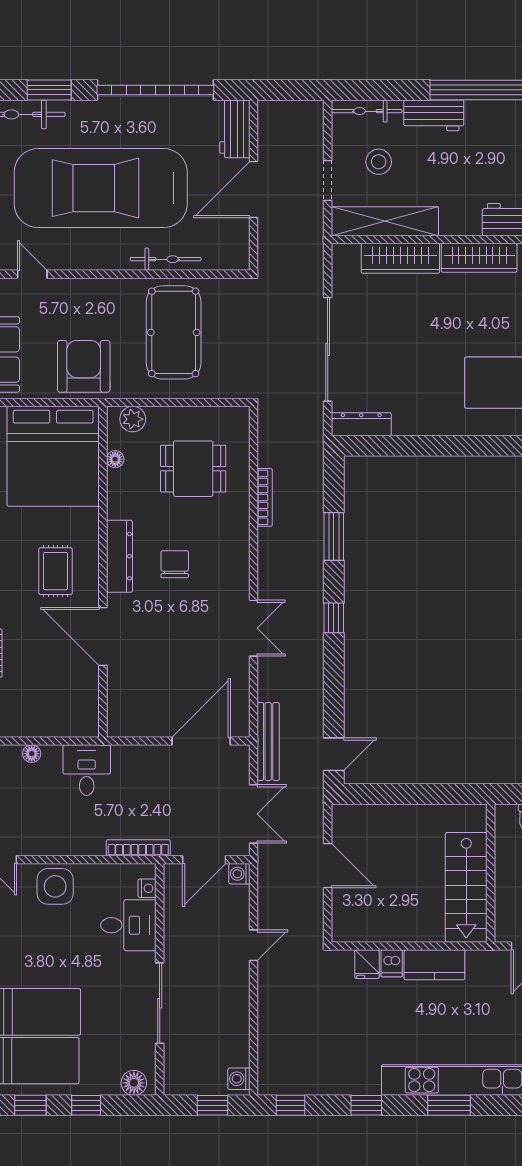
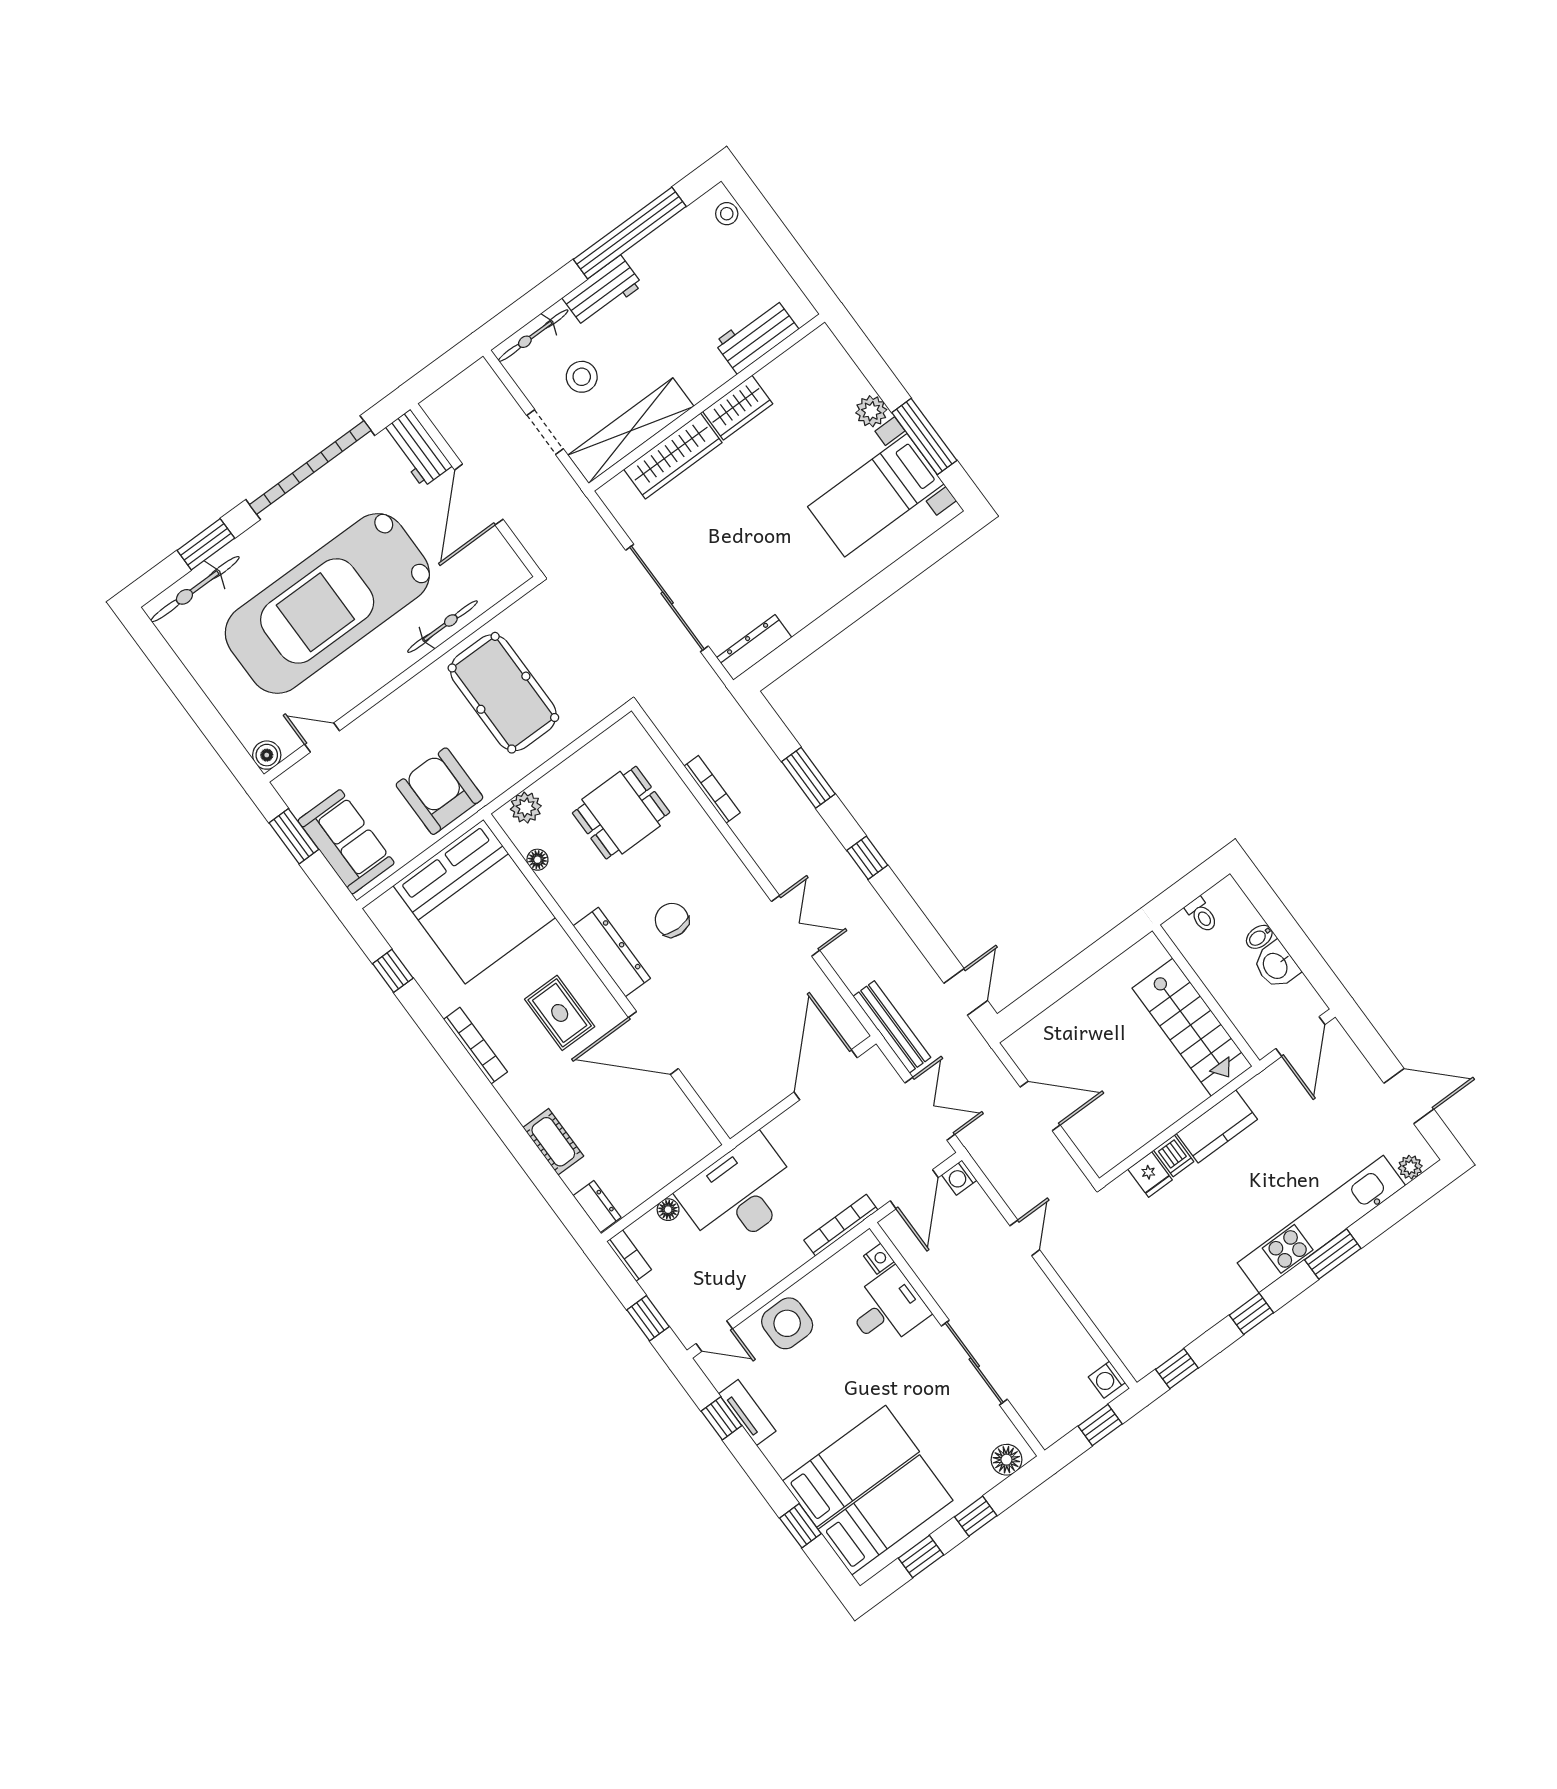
wardrobe: (479, 258) -> (738, 408), width x0.67
desk: (87, 770) -> (740, 1194), width x1.87, depth x1.30

